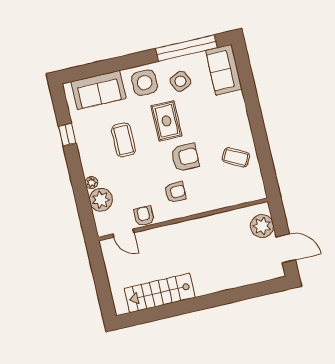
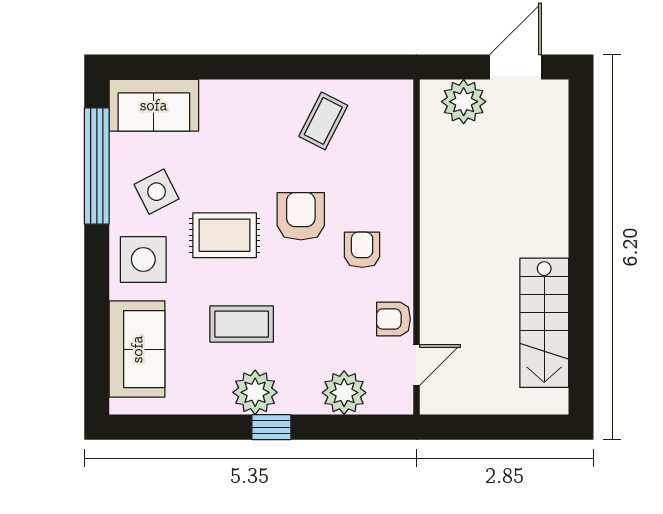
window: (67, 135) -> (271, 427), moved
plant: (91, 183) -> (255, 392), moved, width x1.88, depth x1.88

